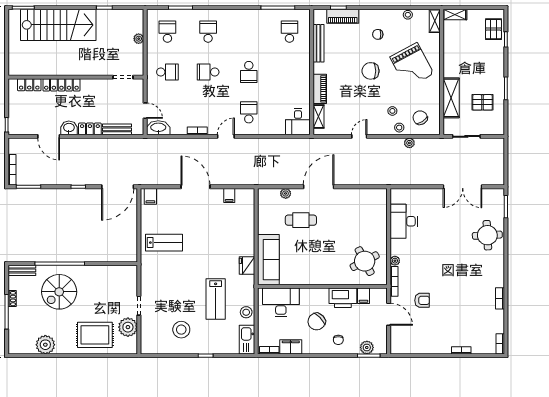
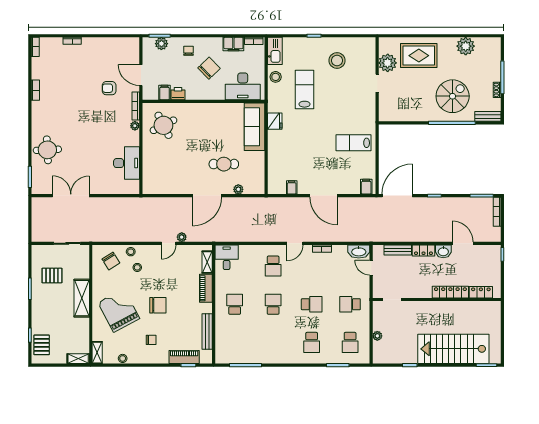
school desk: (289, 32) -> (235, 304), moved, turned 180
shelving: (451, 98) -> (82, 298), moved
plant: (409, 143) -> (182, 237), moved
printer: (343, 298) -> (178, 94), width x0.53, depth x0.68

